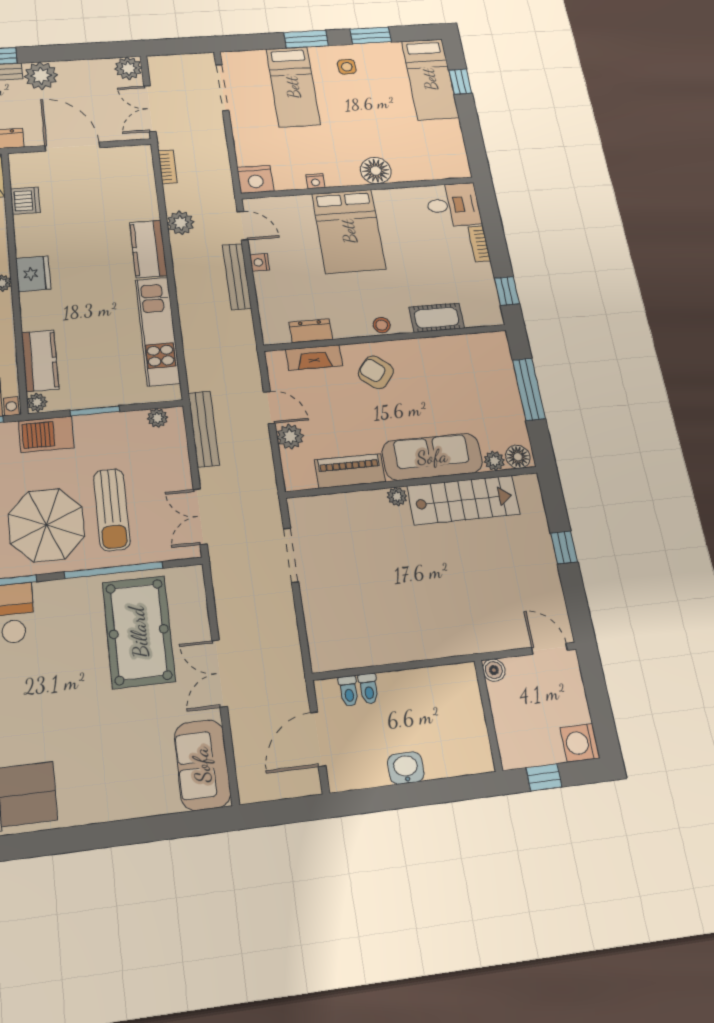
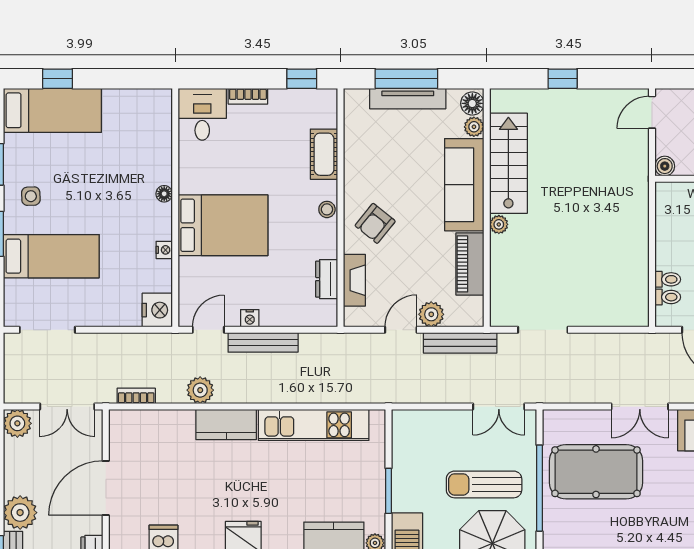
floor lamp: (376, 171) -> (164, 194), width x0.53, depth x0.53
tv unit: (509, 392) -> (408, 99), added
plant: (157, 418) -> (401, 434), removed
bench: (204, 429) -> (460, 343), moved
sun lounger: (112, 510) -> (484, 484), turned 180

